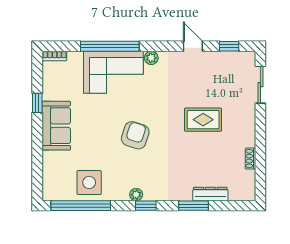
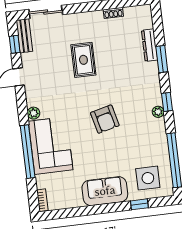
bench: (237, 58) -> (24, 36), added
window: (37, 103) -> (139, 204), moved
armchair: (135, 135) -> (105, 119), turned -122
side table: (89, 183) -> (148, 178), moved

